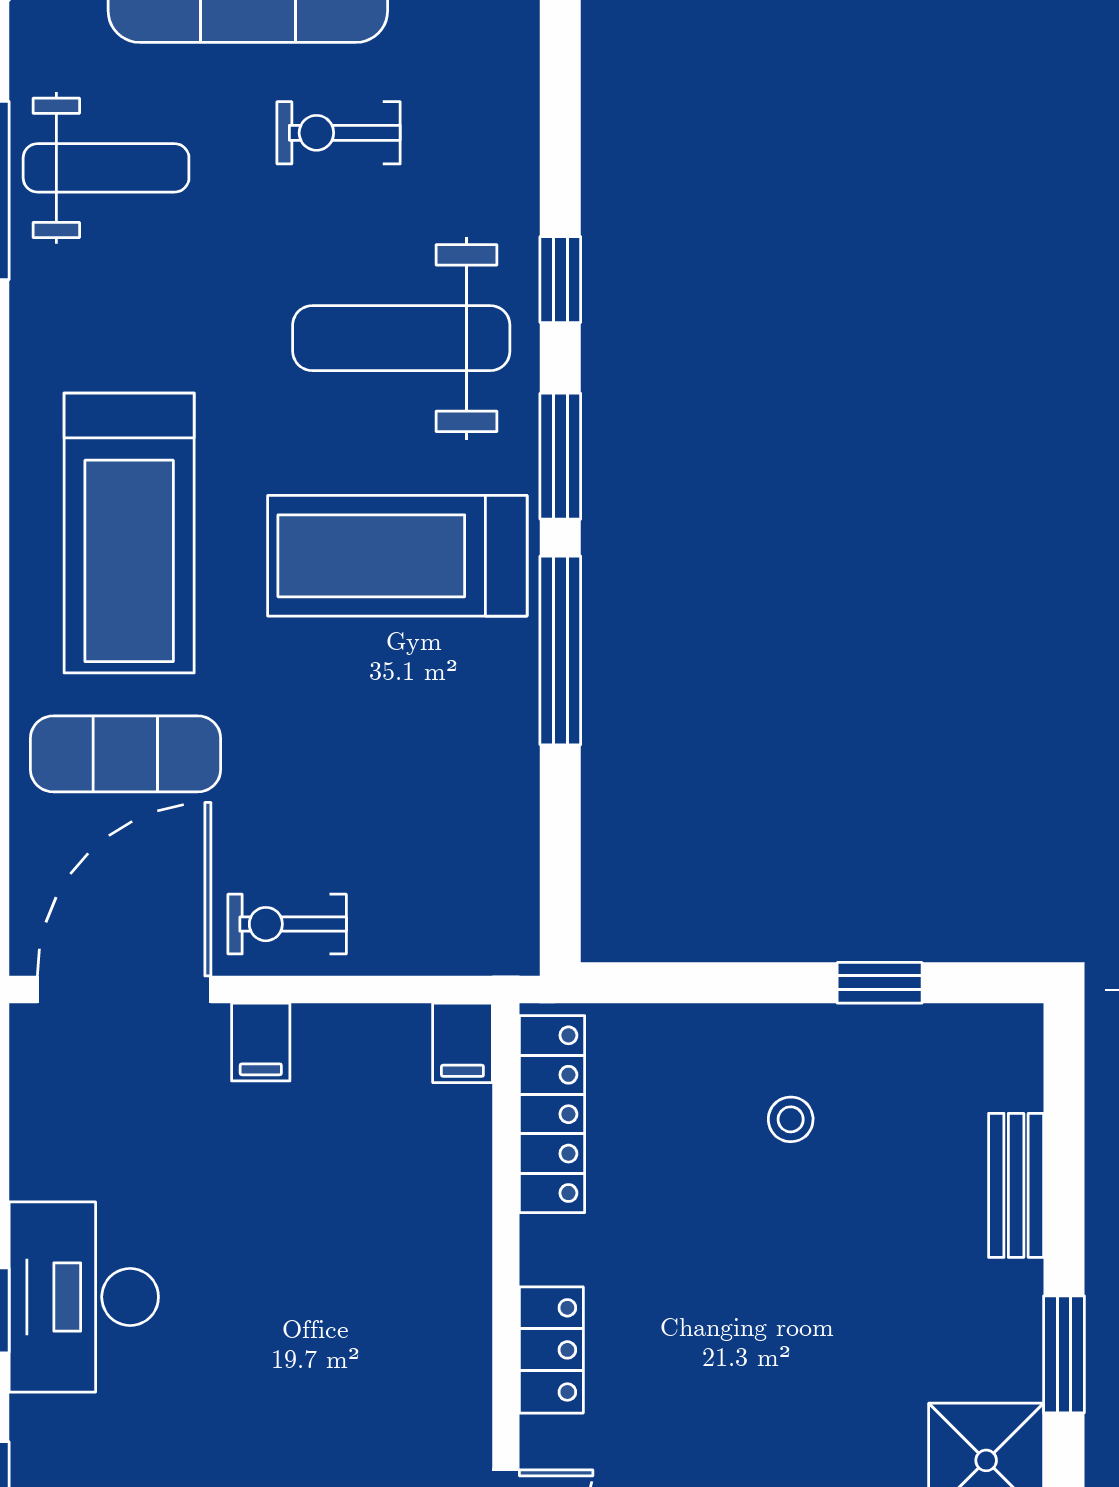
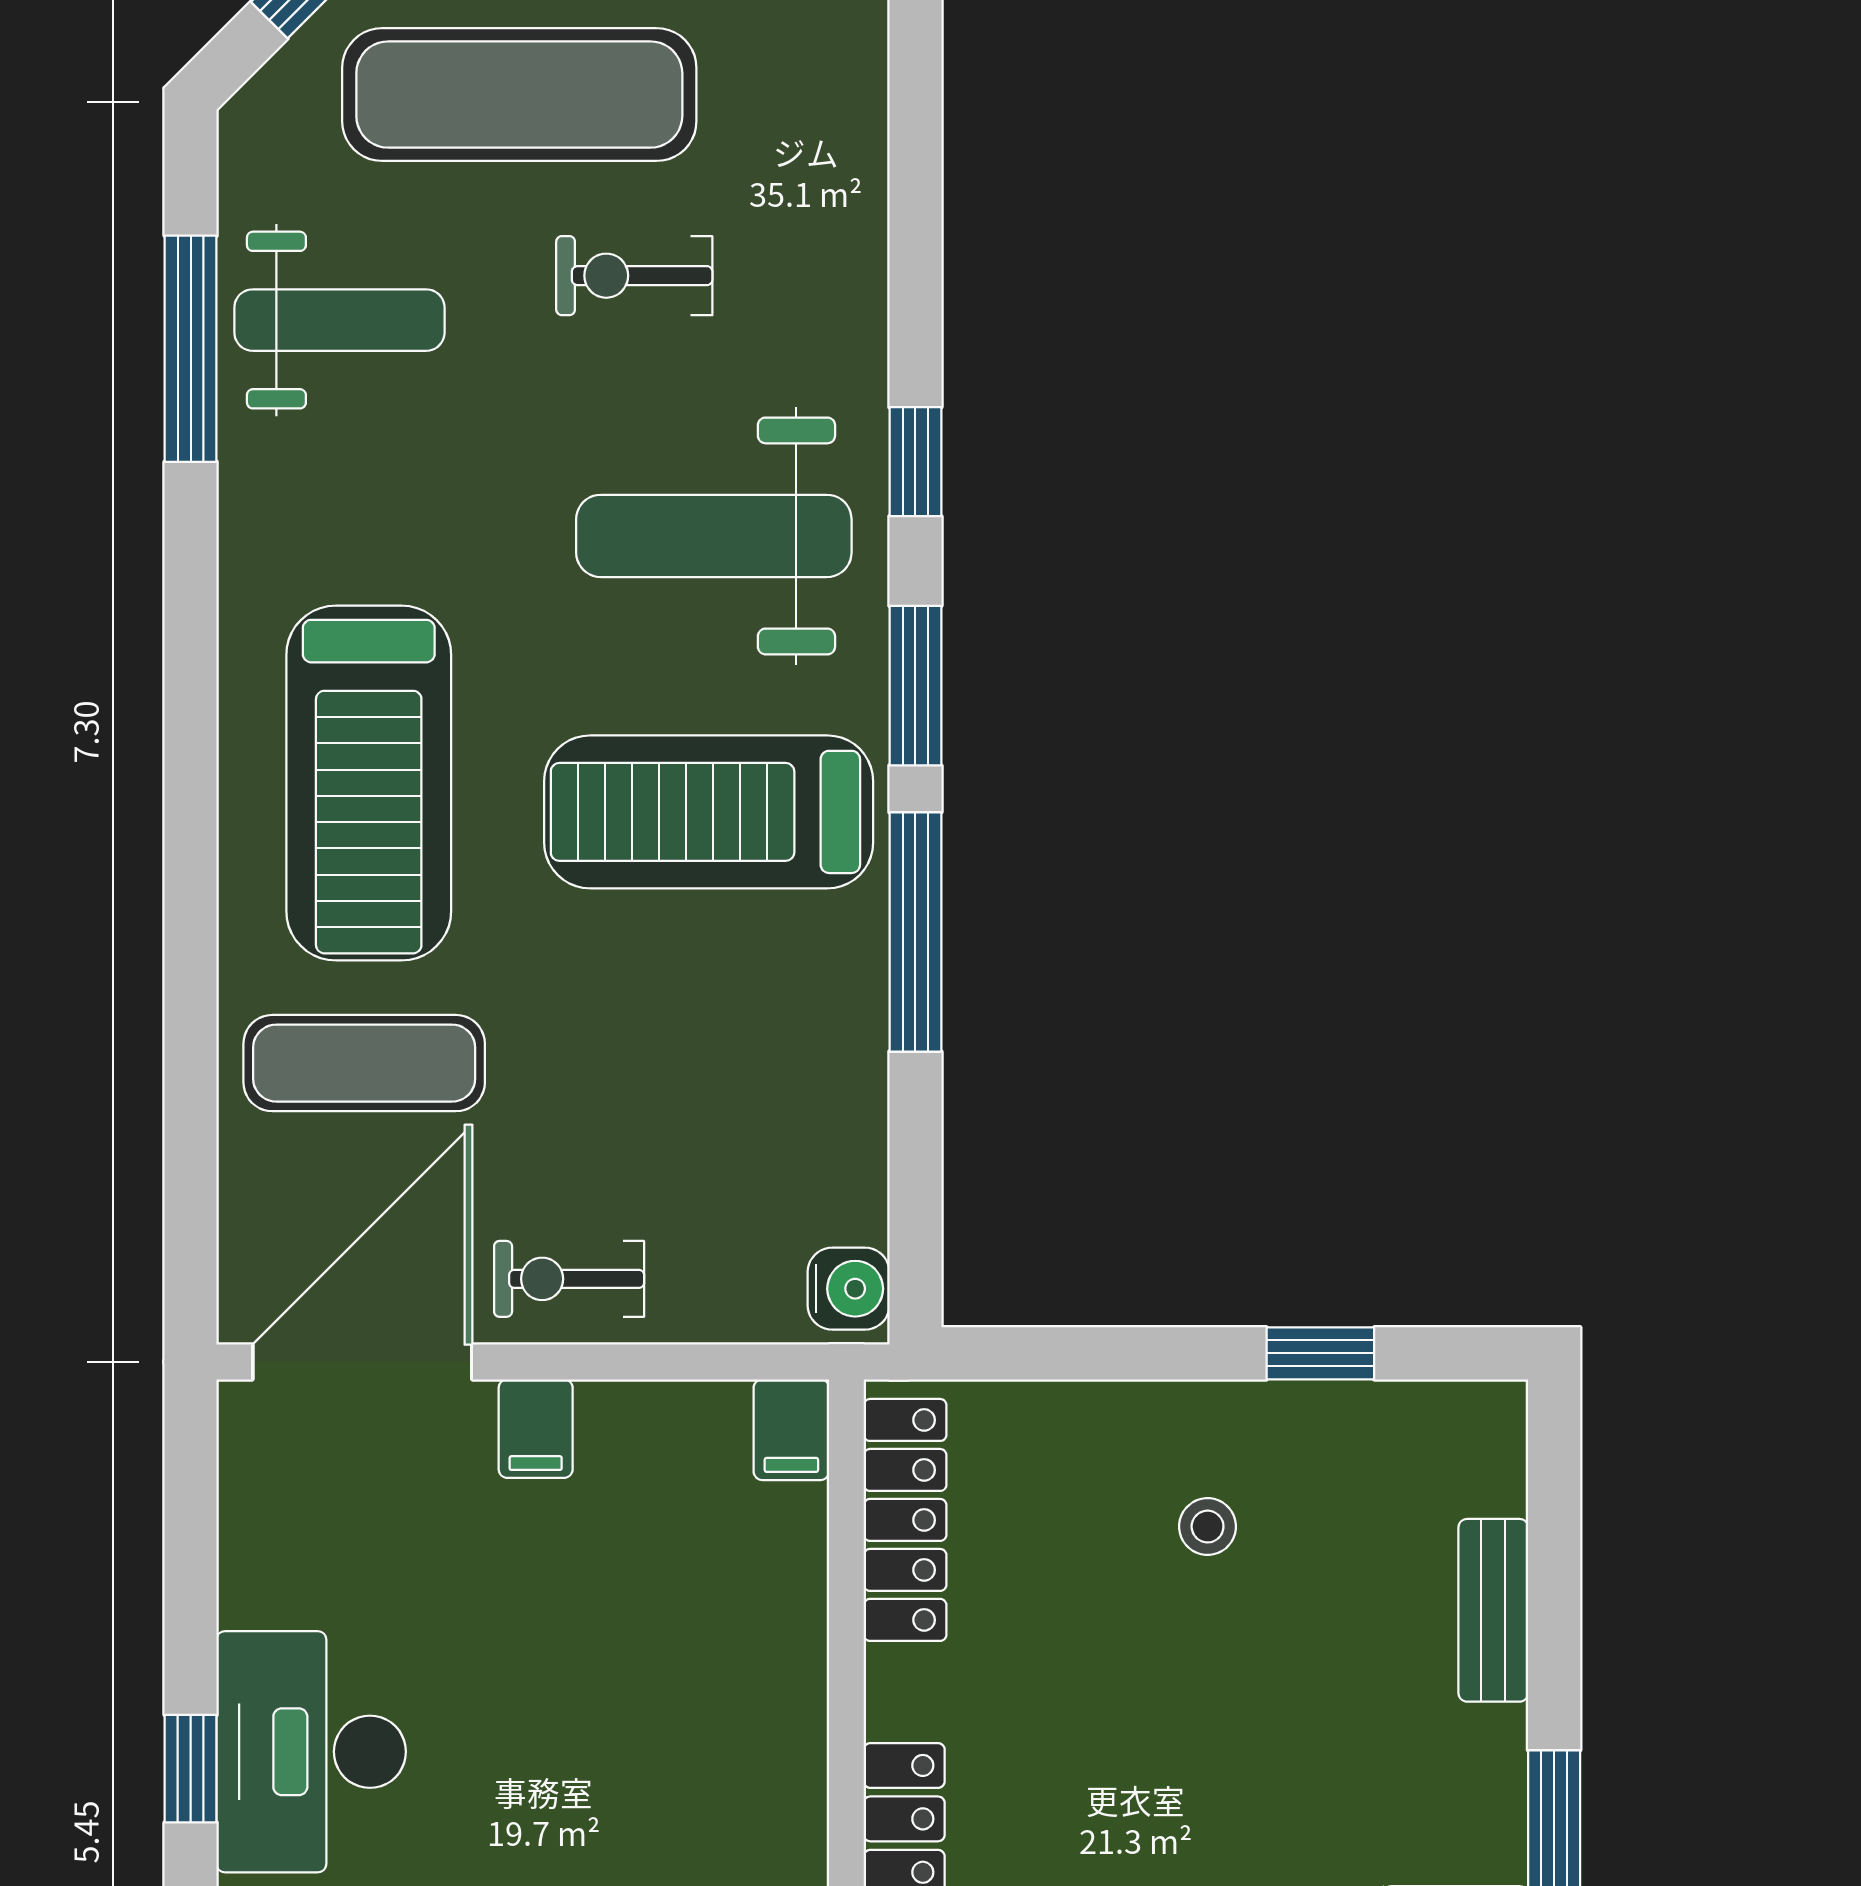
water cooler: (508, 932) -> (849, 1289), added

